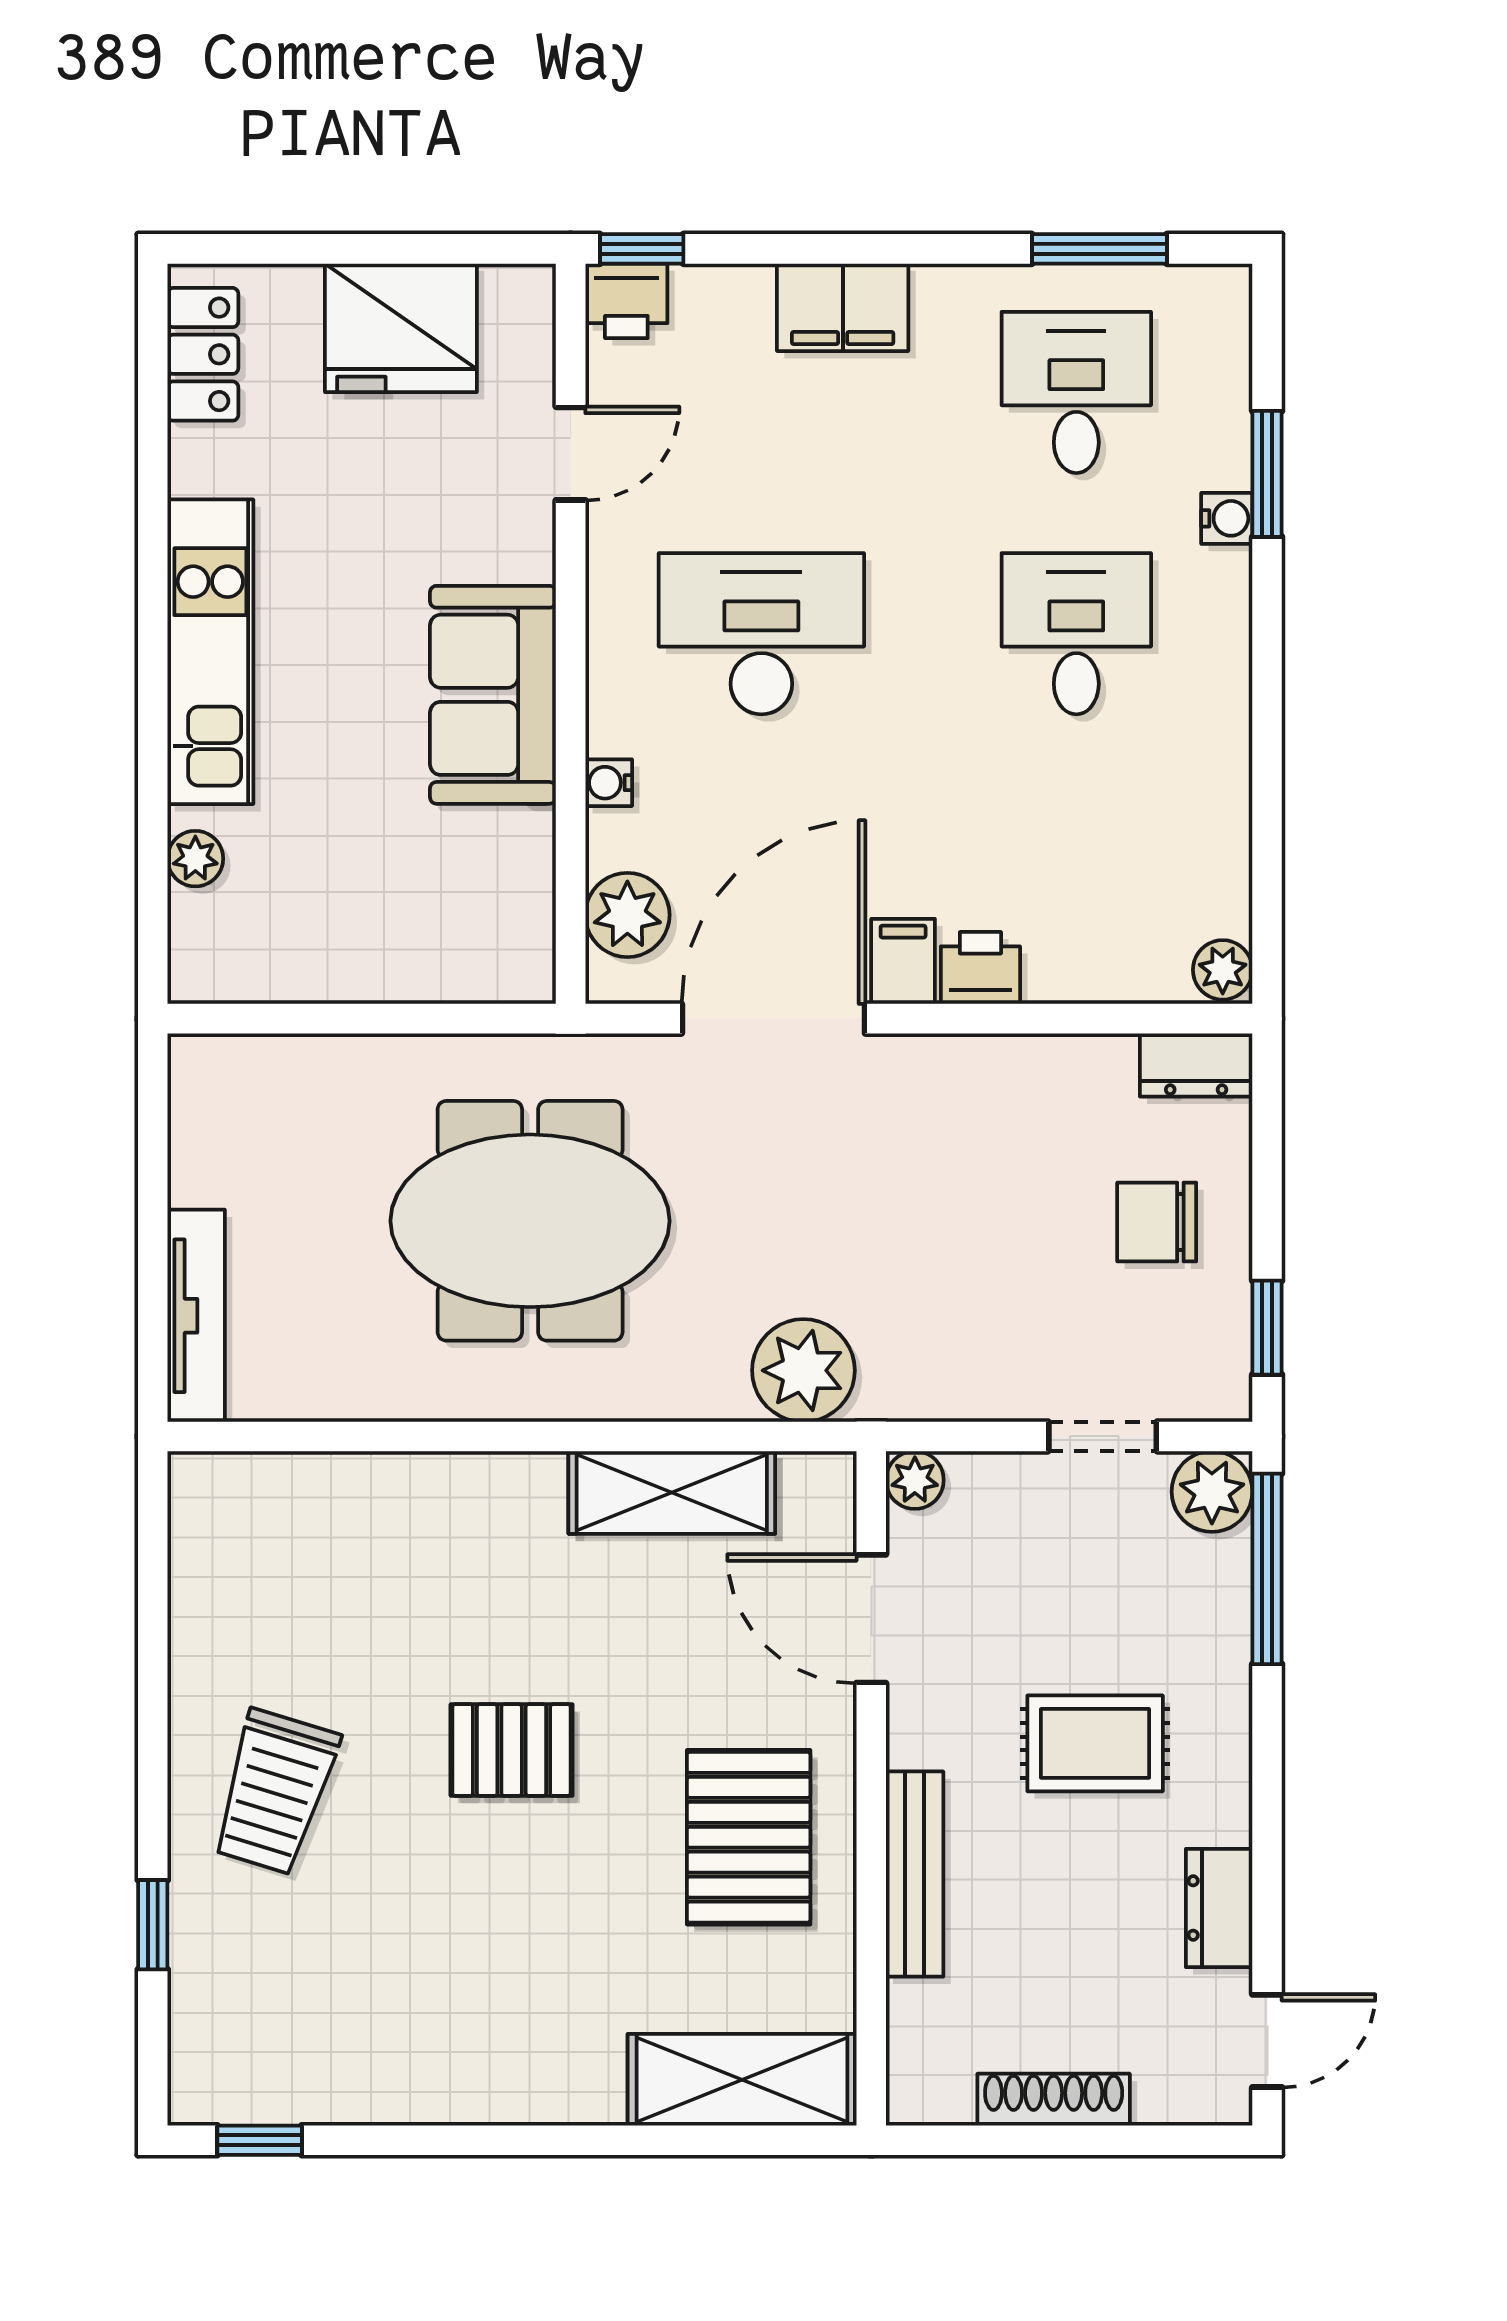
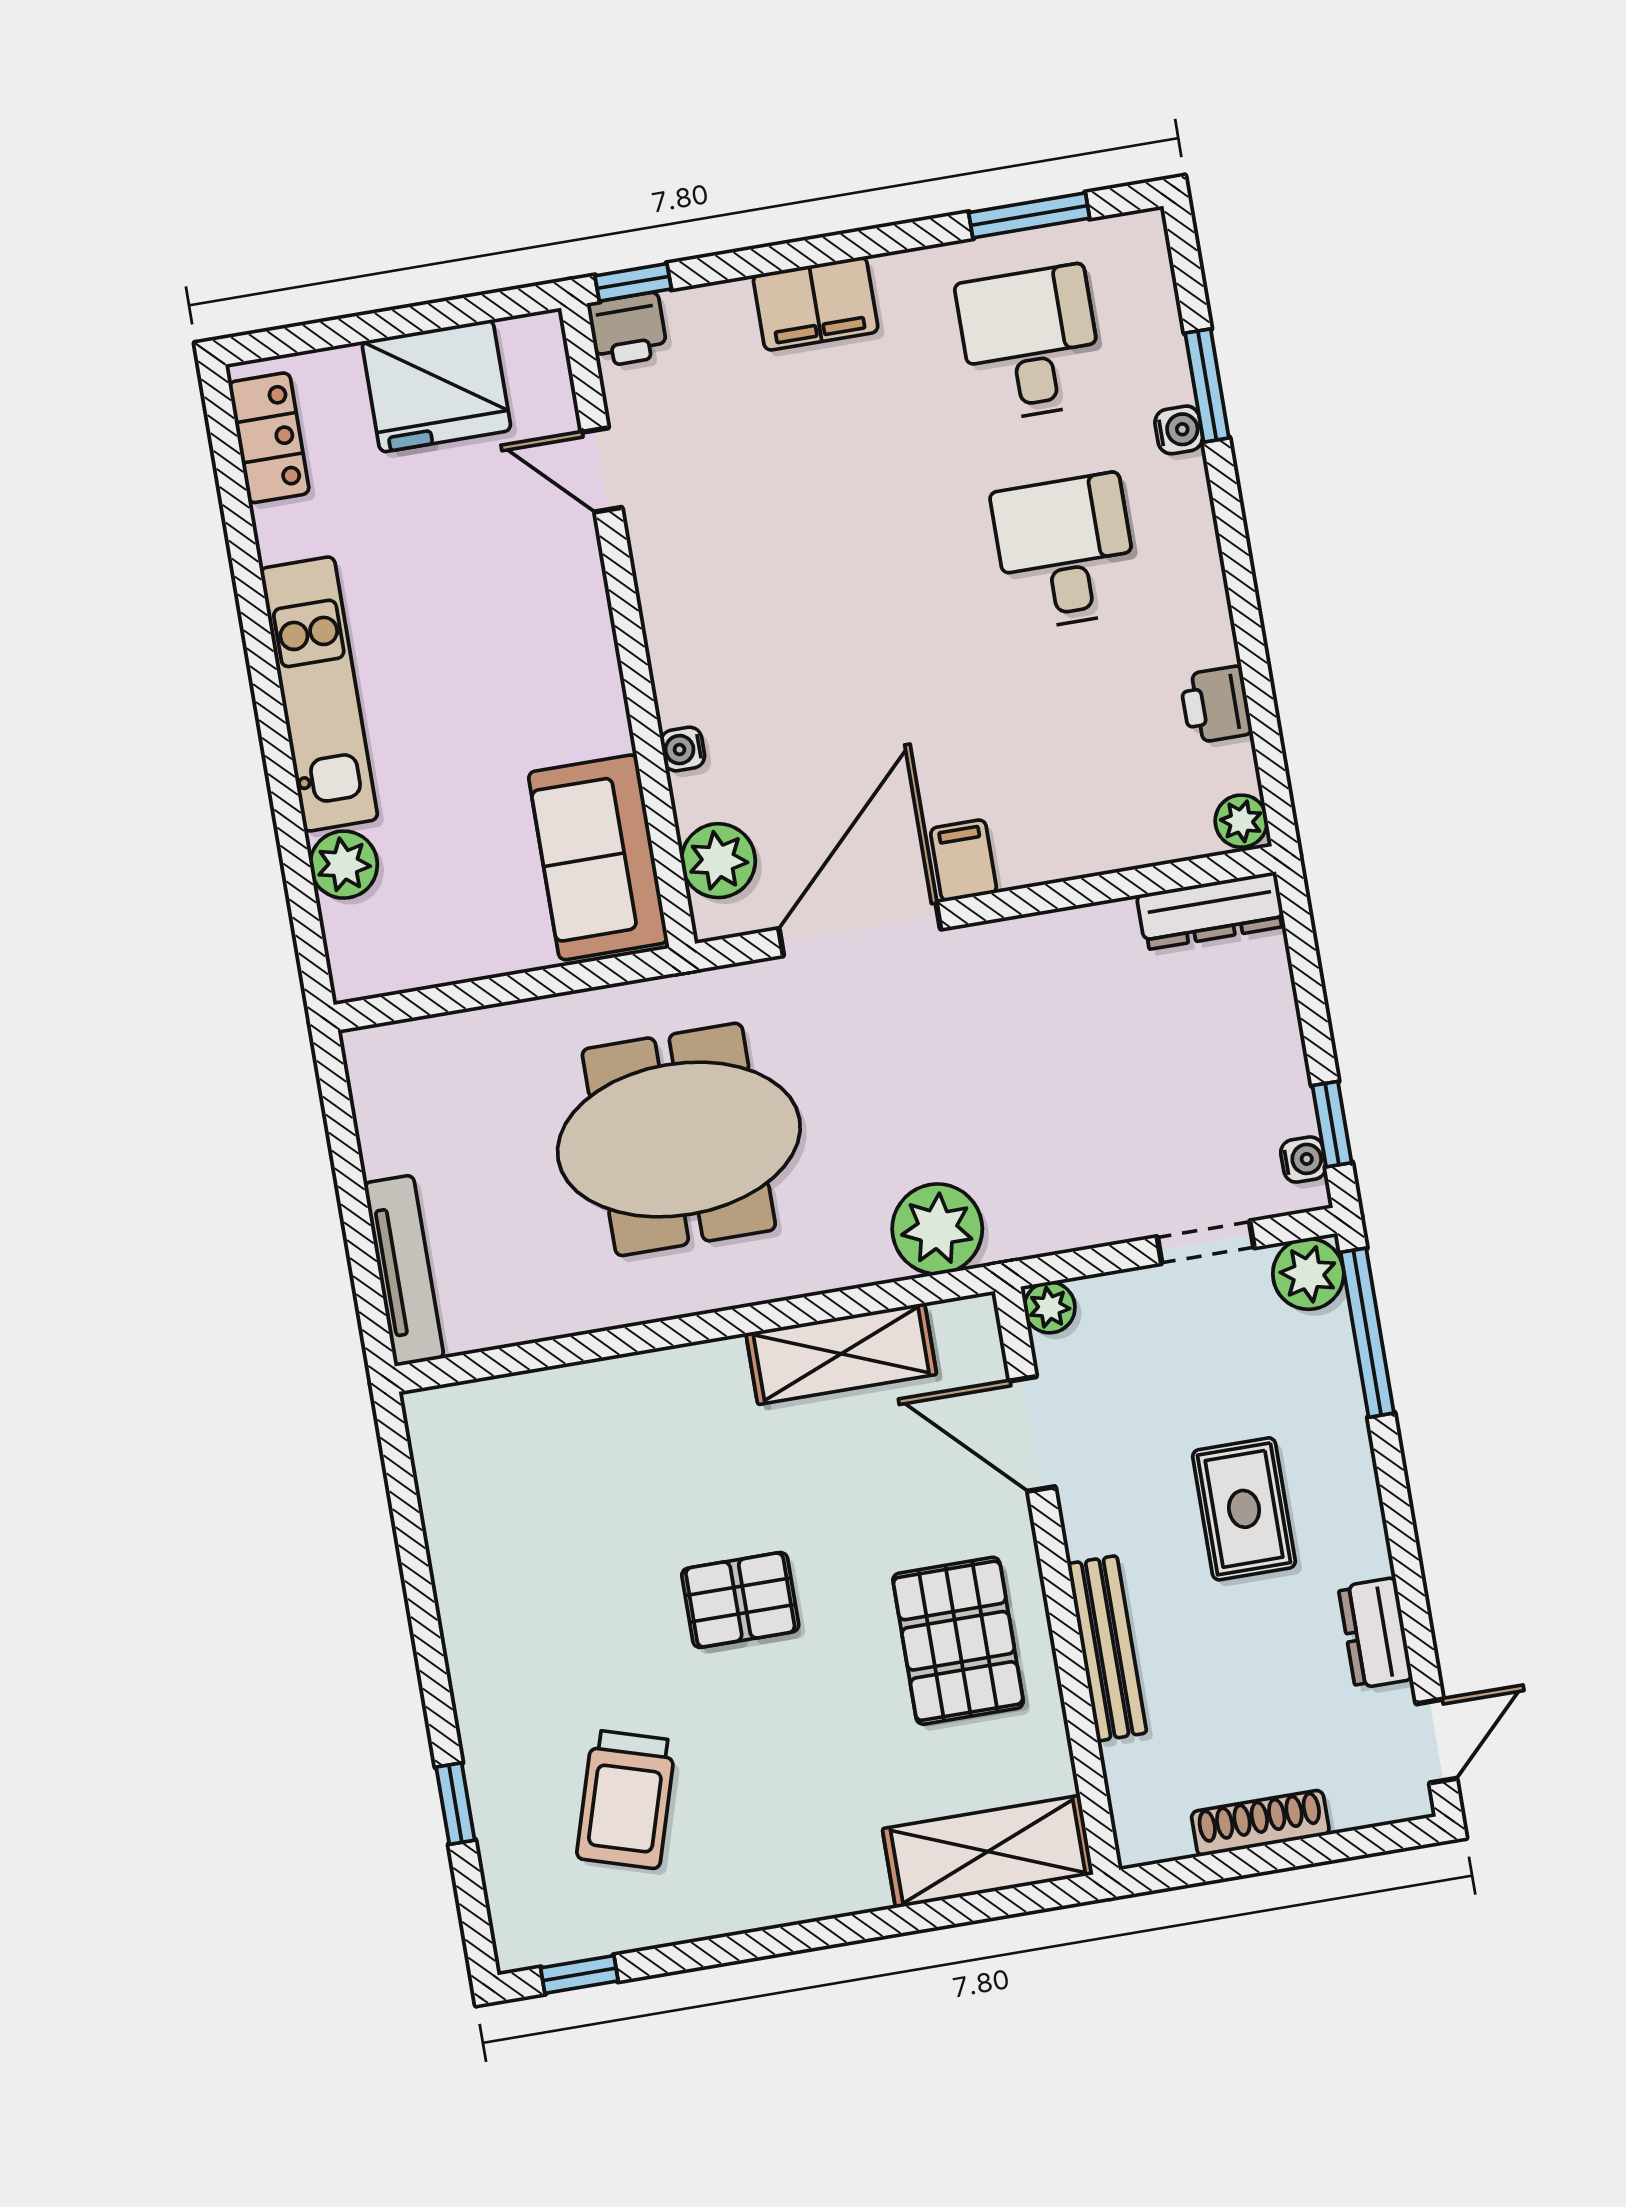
door: (571, 454) -> (602, 470), swing flipped
desk: (761, 634) -> (793, 598), removed
sofa: (493, 695) -> (598, 857), moved
plant: (195, 859) -> (344, 865), width x1.38, depth x1.38
printer: (980, 968) -> (1216, 705), moved, turned -90
dresser: (1196, 1065) -> (1211, 911), width x1.44
chair: (1157, 1222) -> (1221, 1049), removed
water cooler: (1228, 1362) -> (1303, 1160), added
rug: (1095, 1743) -> (1244, 1509), turned 90
trolley: (275, 1792) -> (626, 1799), moved

